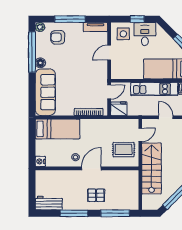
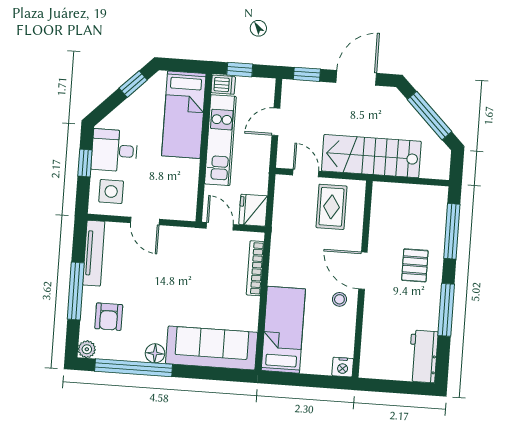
tv unit: (95, 27) -> (94, 253), width x1.41

